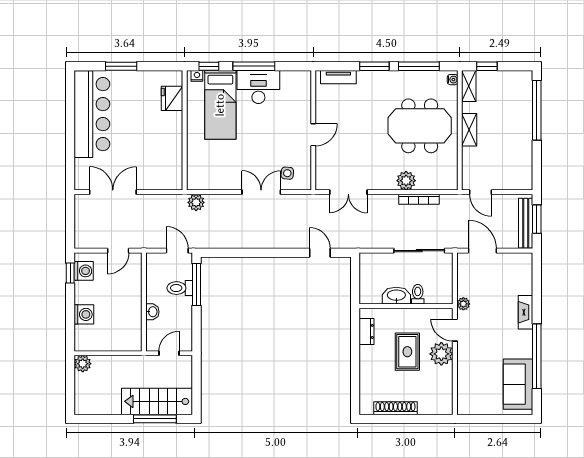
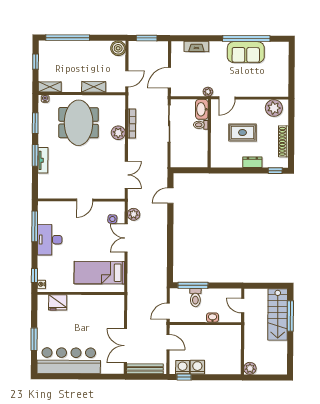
window: (254, 66) -> (35, 226), moved
window: (419, 66) -> (35, 123), width x0.69
window: (487, 66) -> (36, 62), moved
tv unit: (338, 77) -> (43, 160), moved
bed: (220, 105) -> (99, 273), moved, turned 180
shelving: (469, 130) -> (94, 87), moved
door: (313, 135) -> (85, 200), swing flipped
boiler: (523, 180) -> (118, 48), added
plant: (196, 202) -> (134, 214), moved
bench: (526, 223) -> (145, 369), moved
door: (177, 251) -> (168, 311), moved
washbasin: (396, 296) -> (202, 109), moved
fireplace: (526, 312) -> (196, 46), moved
washing machine: (84, 314) -> (197, 367), moved
dresser: (367, 331) -> (252, 162), moved
plant: (441, 354) -> (274, 108), moved
sofa: (518, 384) -> (246, 52), moved
window: (355, 397) -> (275, 171), added

